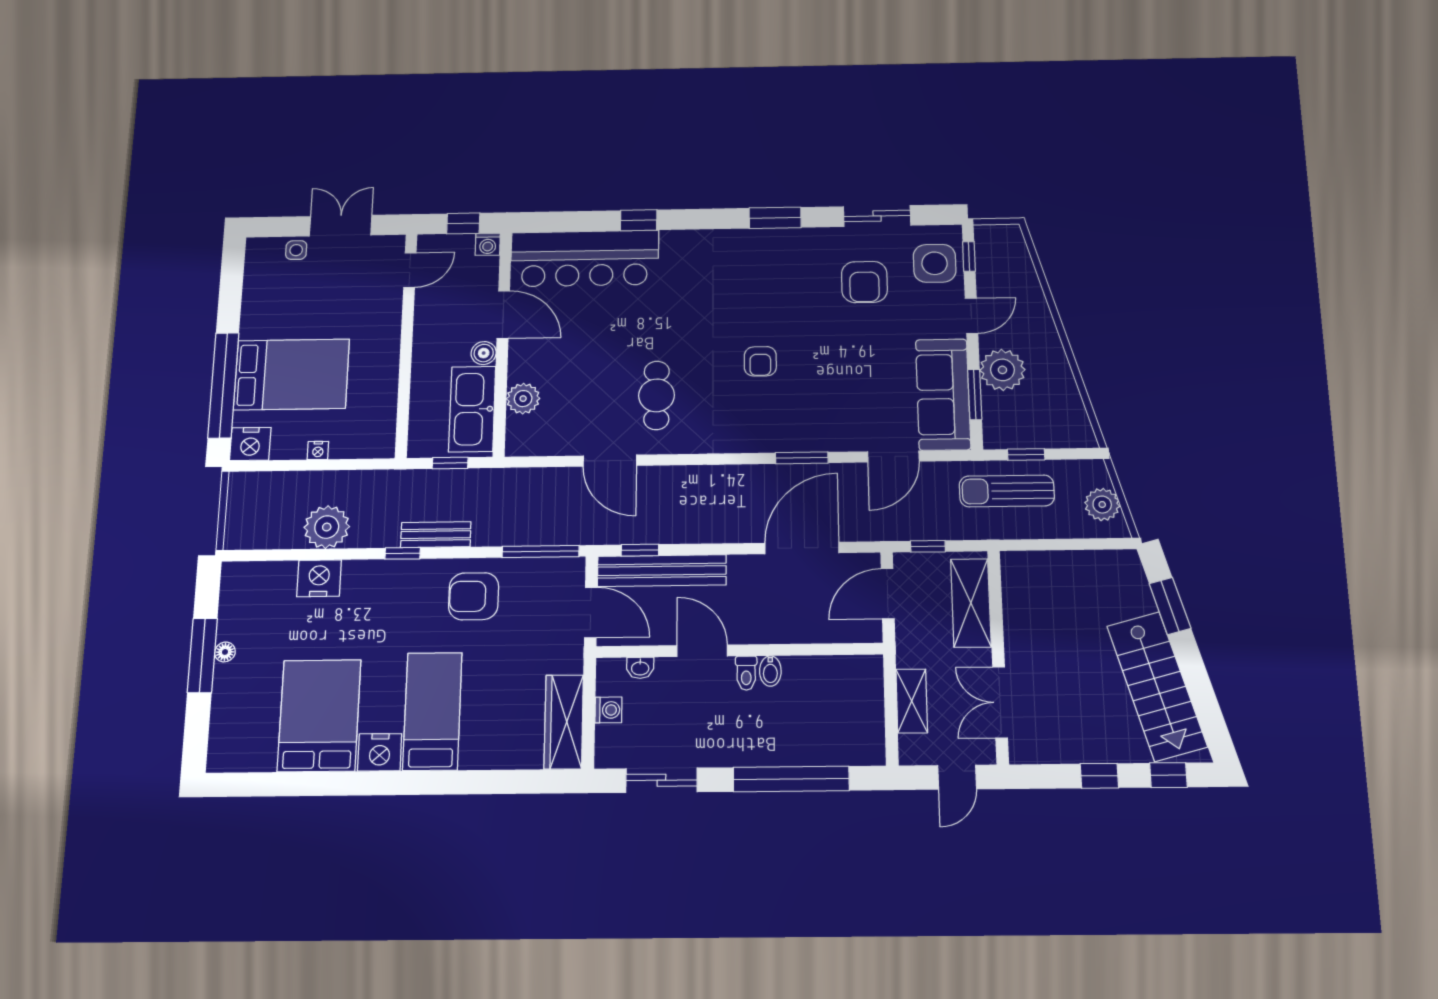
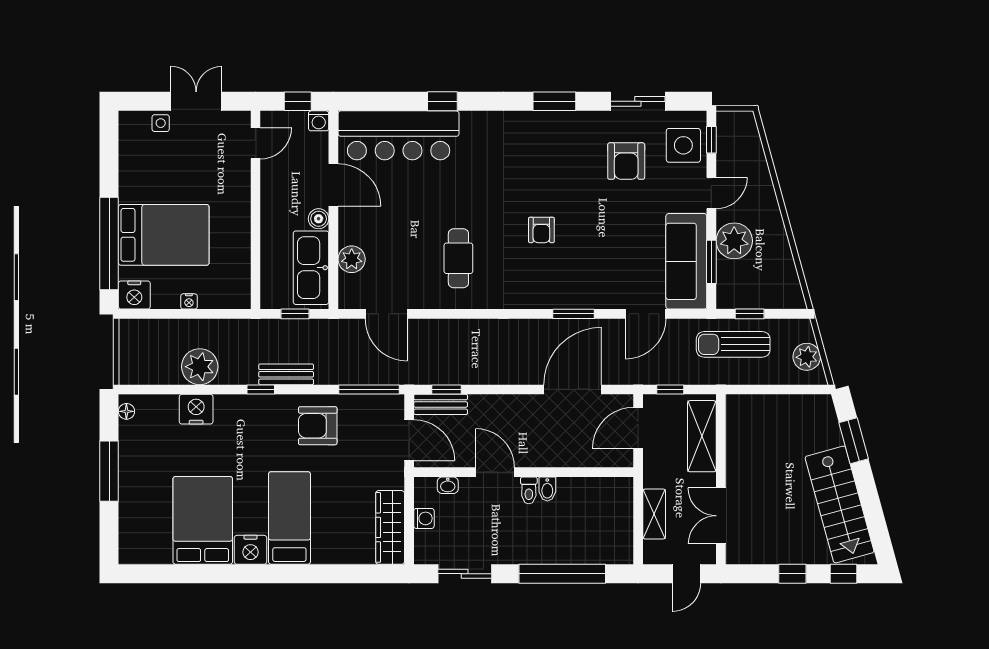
door: (610, 461) -> (386, 314), moved
bench: (662, 571) -> (441, 404), width x0.54, depth x0.82
floor lamp: (225, 652) -> (126, 411), moved

